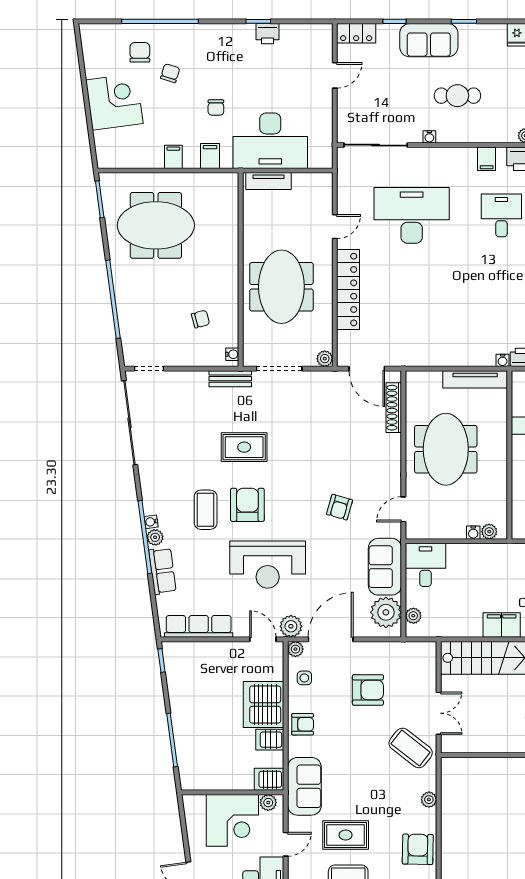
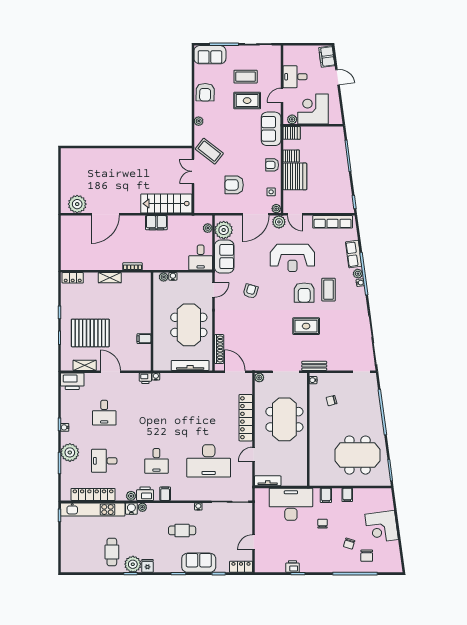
tv unit: (268, 181) -> (268, 481), moved
tv unit: (475, 379) -> (190, 366), moved
reception desk: (268, 565) -> (292, 258), turned 180

